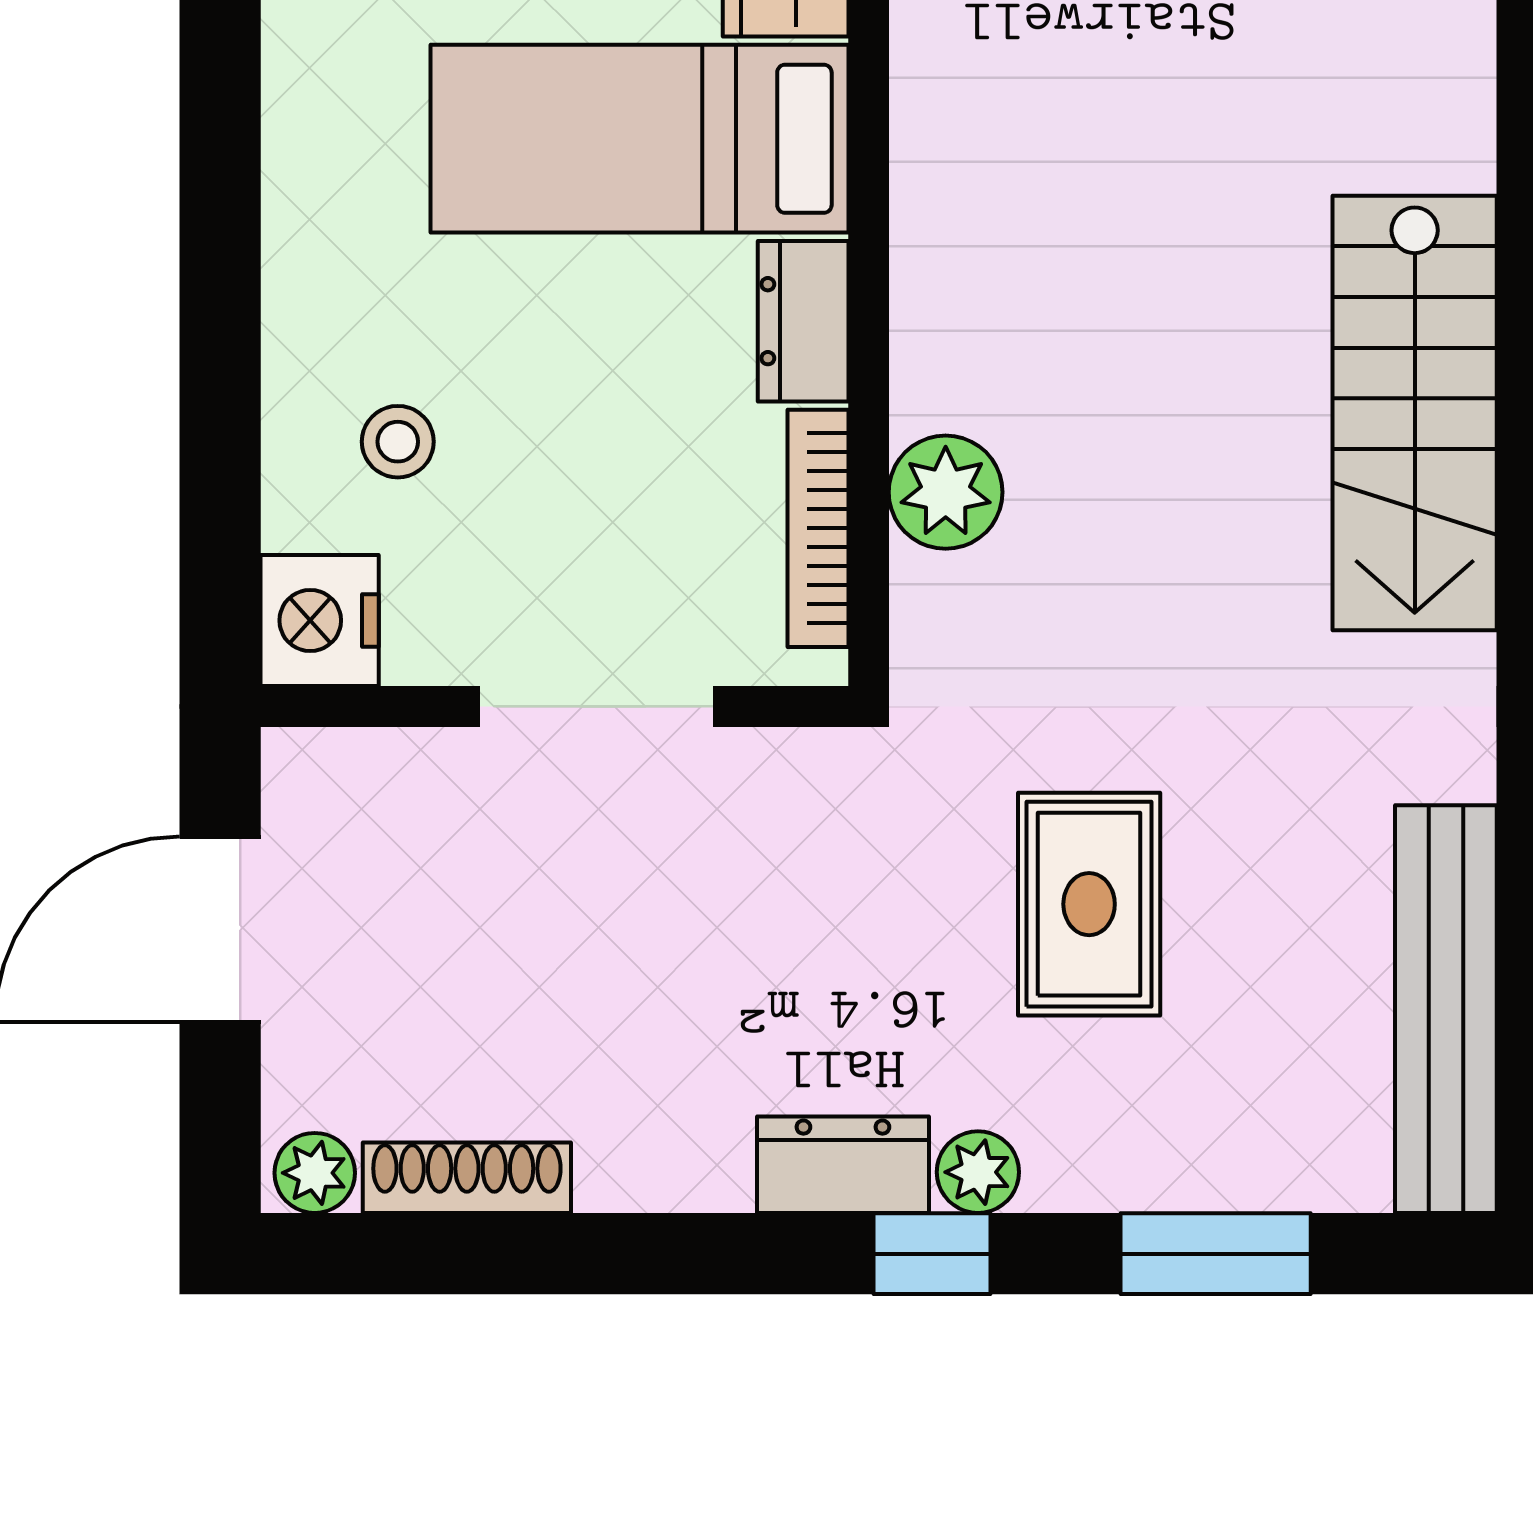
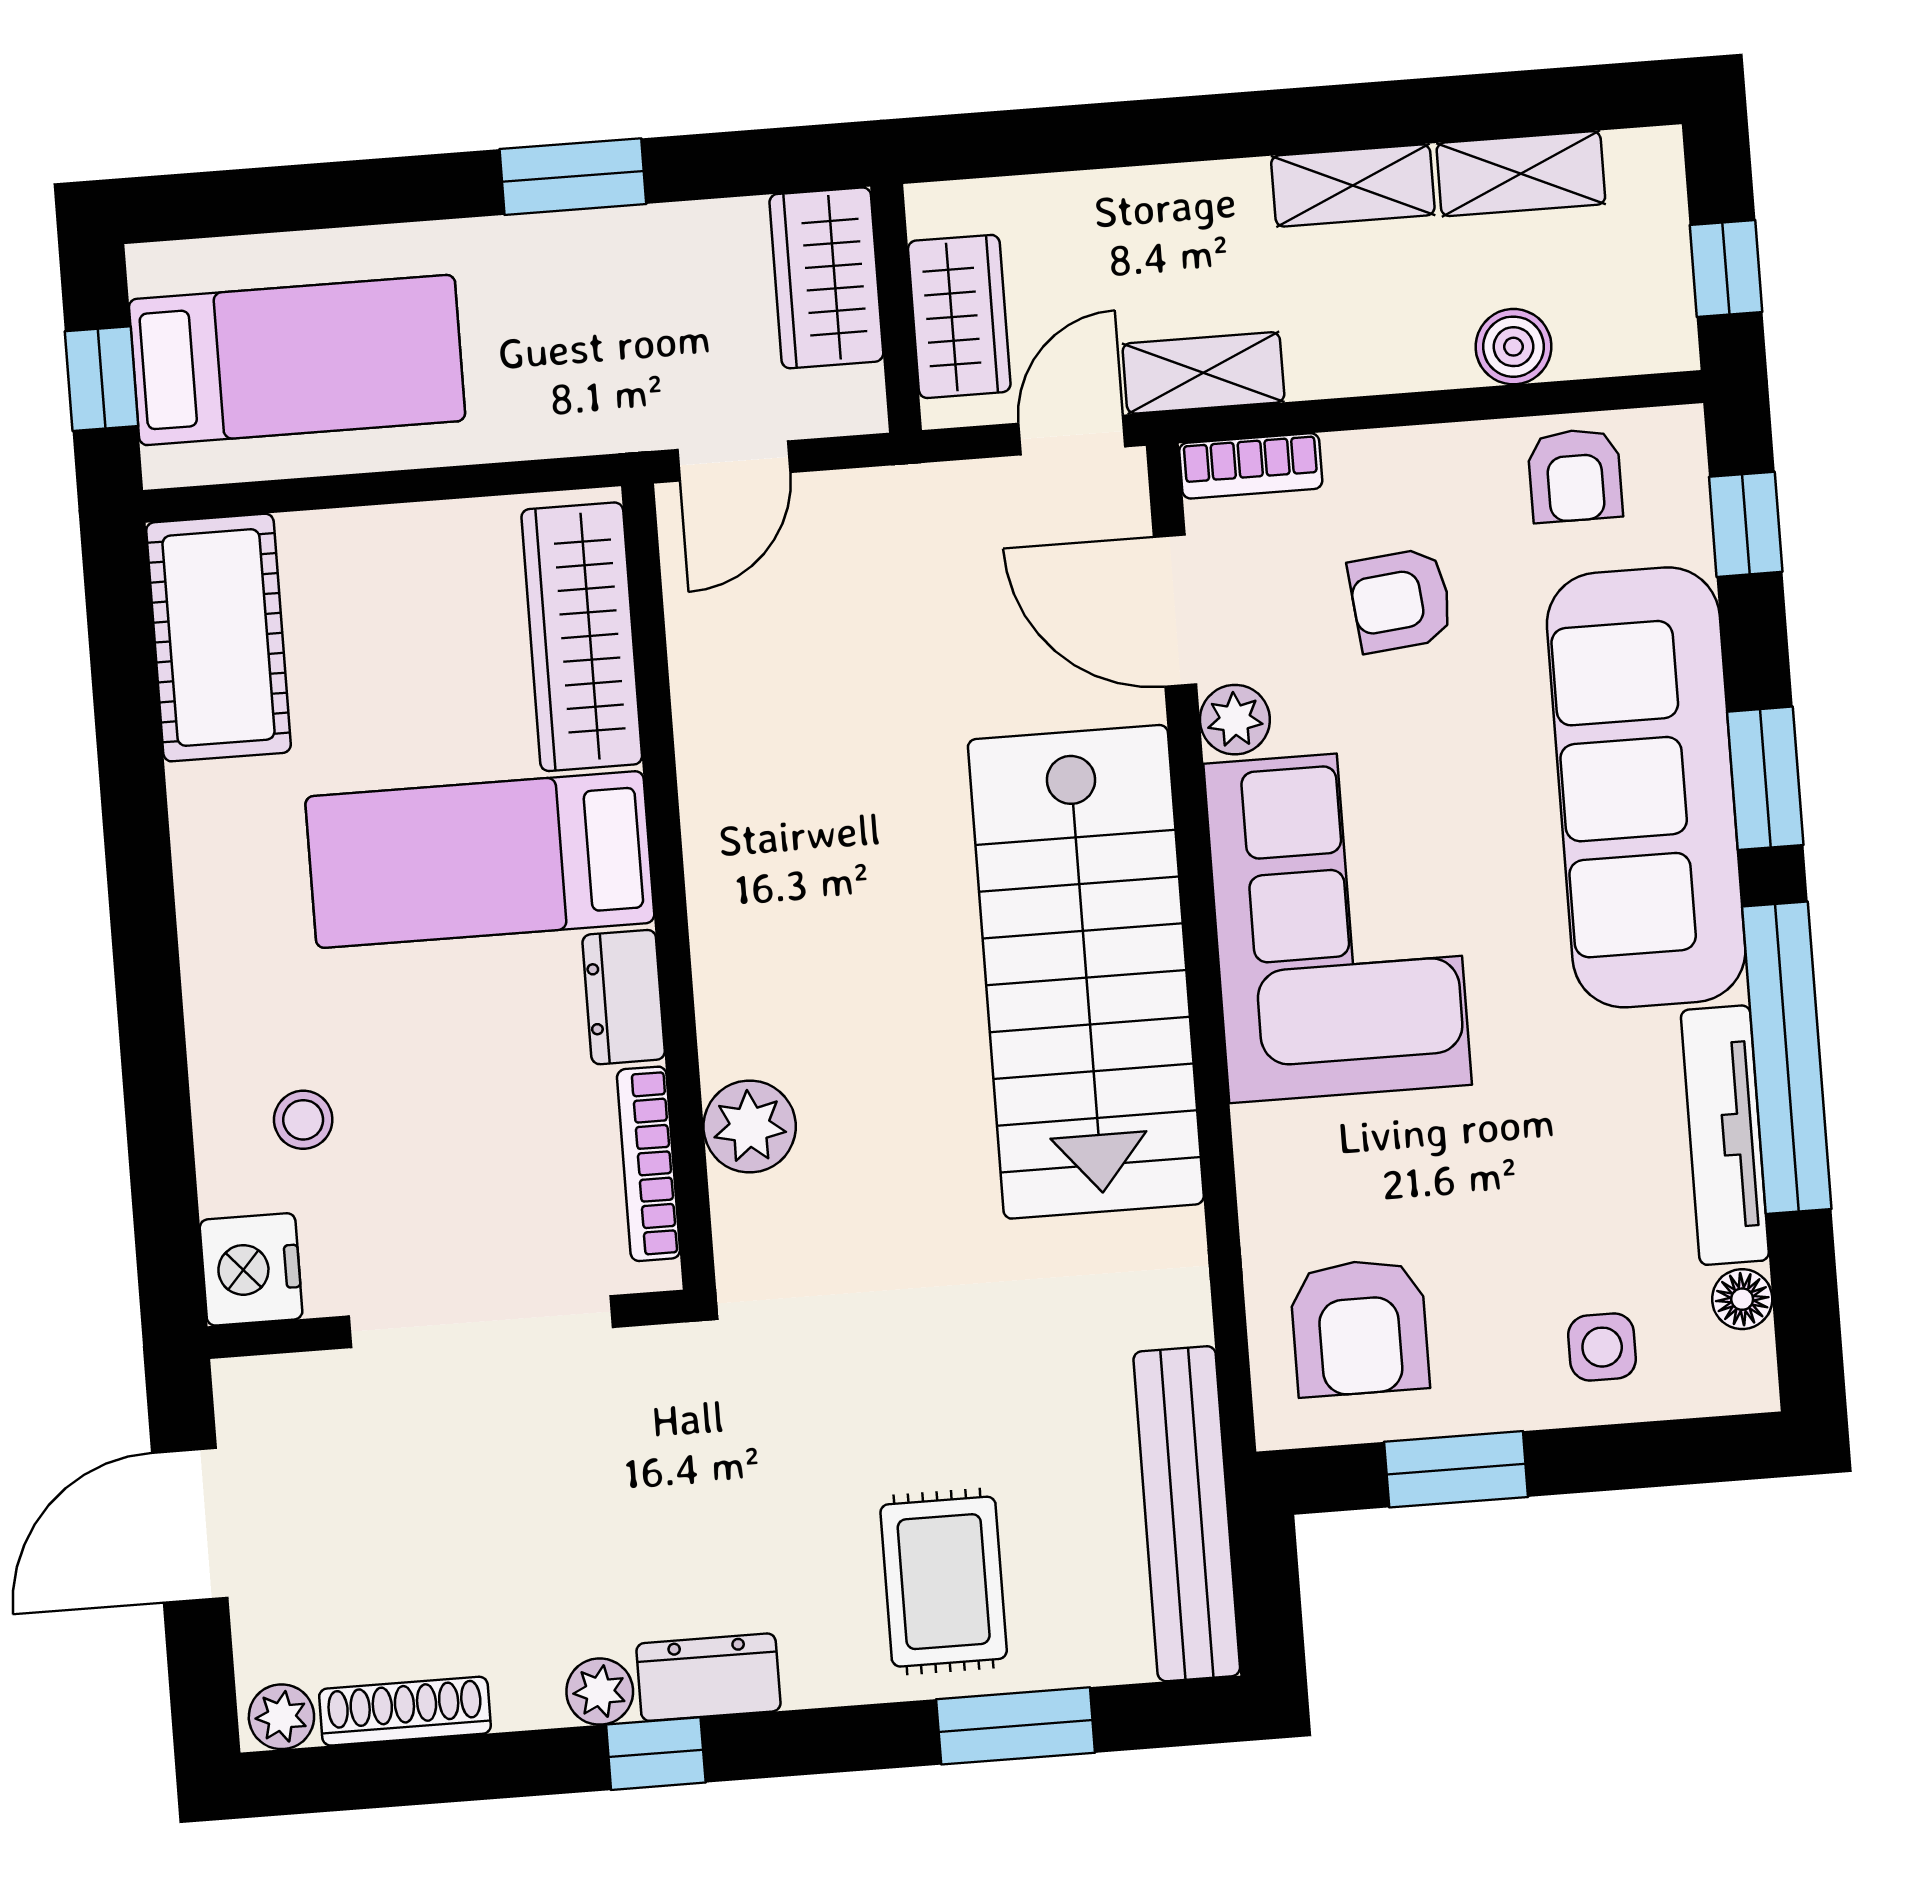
stairs: (1415, 413) -> (1086, 972), width x1.36, depth x1.51
doorway: (597, 706) -> (481, 1322), width x1.36
rug: (1089, 904) -> (944, 1582), moved
plant: (978, 1172) -> (600, 1692), moved
window: (932, 1254) -> (656, 1754), moved

